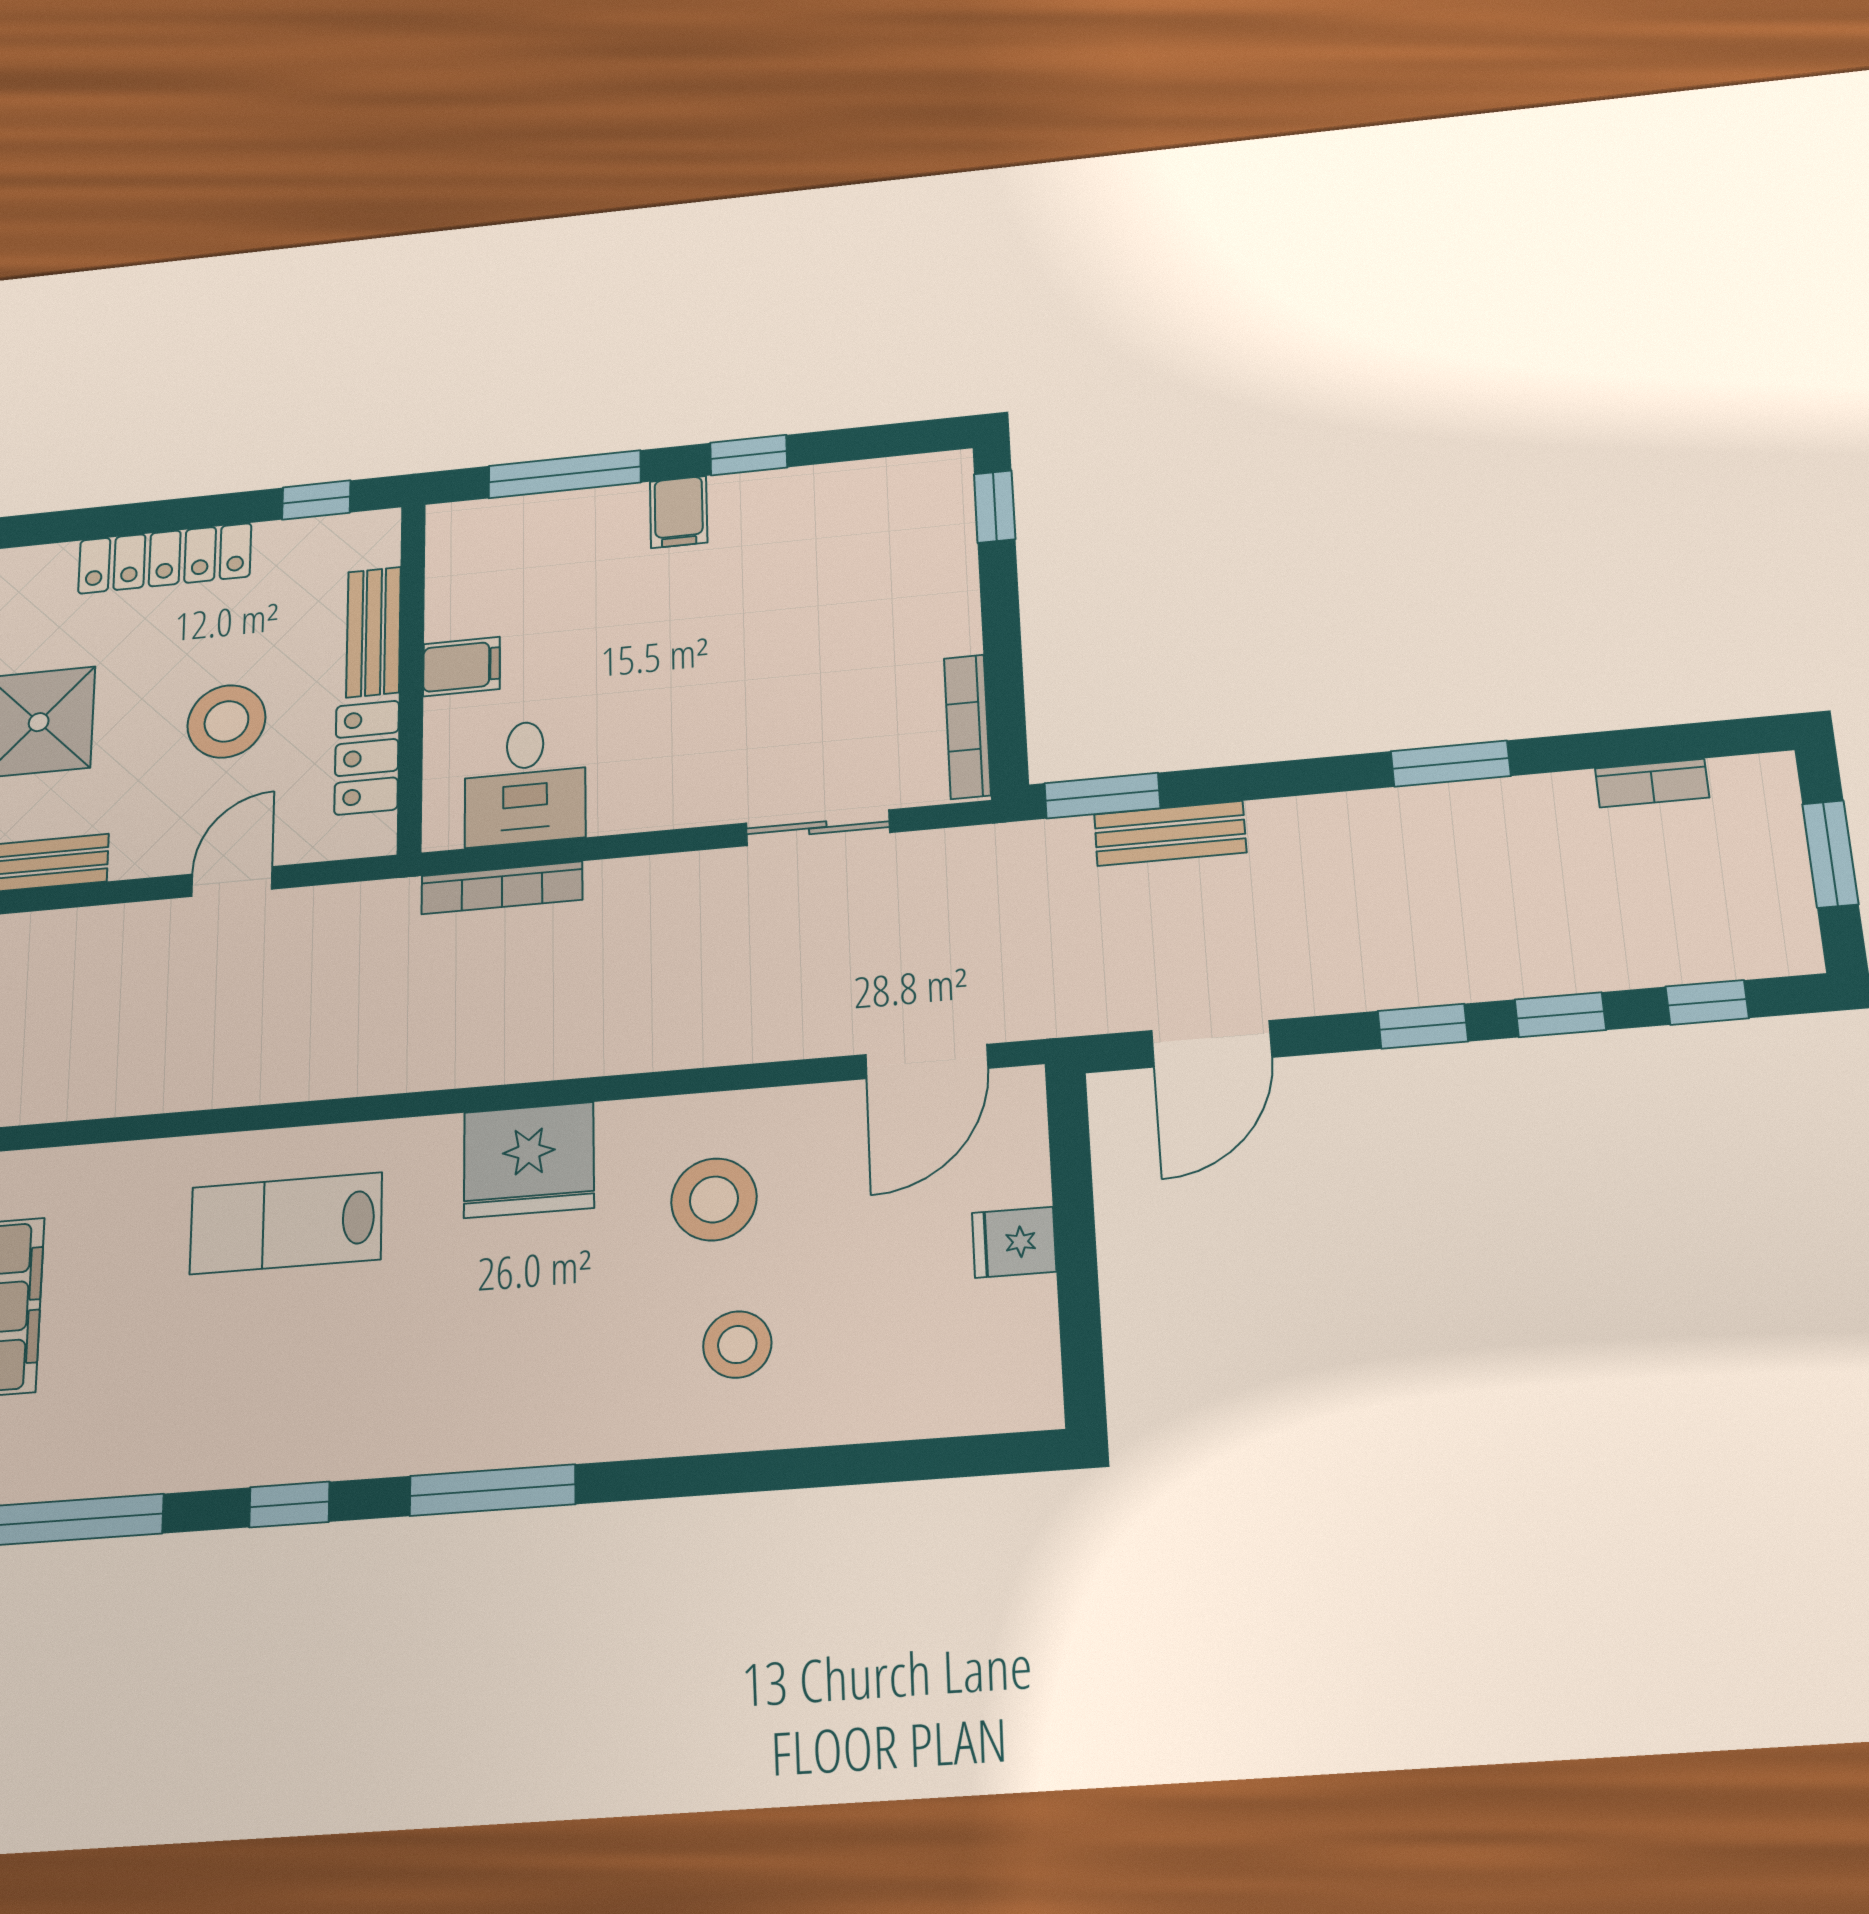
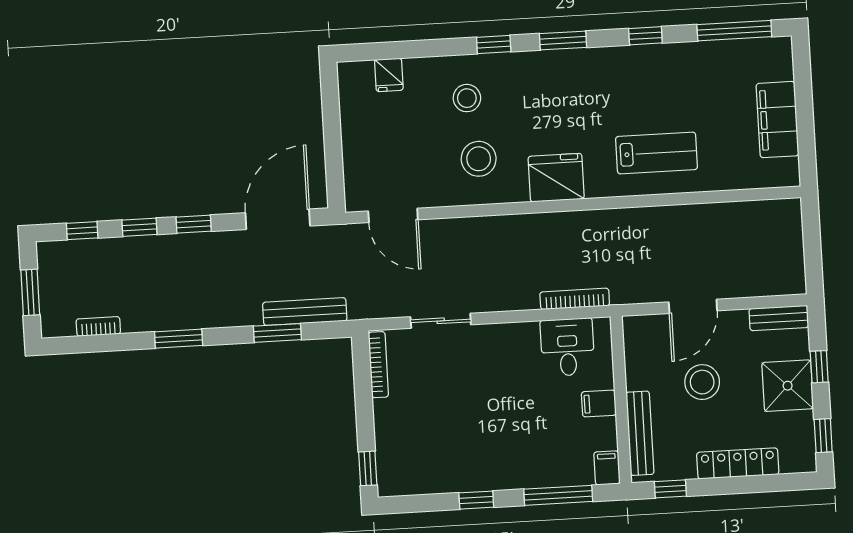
filing cabinet: (679, 512) -> (607, 468), moved
bench: (374, 632) -> (640, 433), width x1.36
locker: (367, 758) -> (638, 362), removed
window: (1102, 796) -> (277, 333), moved
bench: (1170, 833) -> (305, 312), width x1.36
door: (232, 882) -> (693, 306), width x1.38
door: (1212, 1044) -> (278, 219), width x1.36
door: (927, 1062) -> (393, 215), swing flipped
fridge: (1014, 1242) -> (389, 75), moved, turned 90
window: (665, 1478) -> (494, 44), added
window: (492, 1490) -> (563, 40), width x0.69

